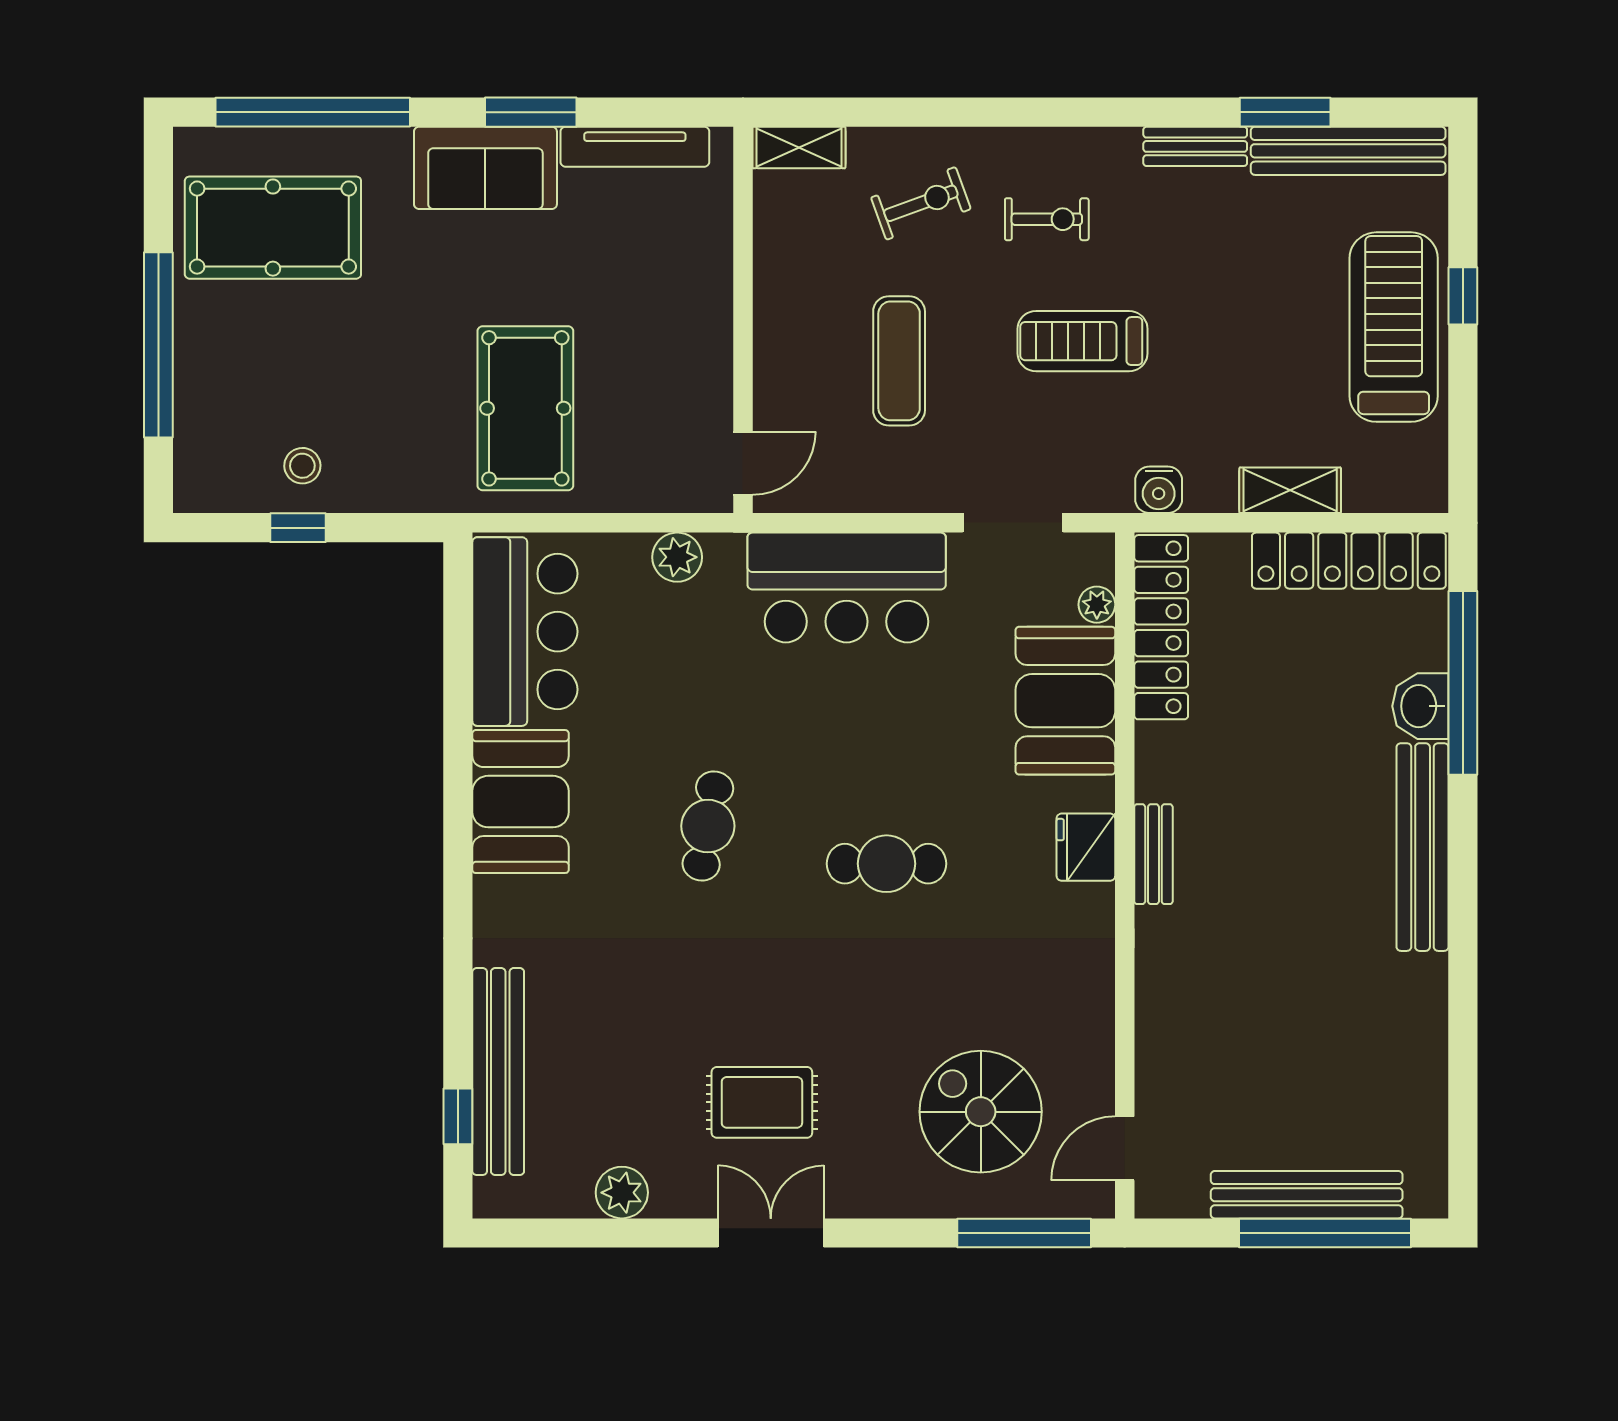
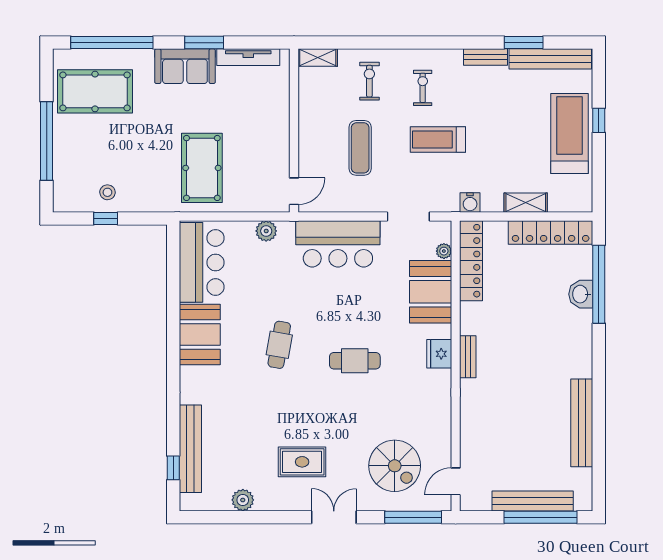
exercise bike: (921, 203) -> (369, 81), turned -70
exercise bike: (1047, 219) -> (423, 88), turned -90
bench: (1423, 847) -> (582, 423), moved
spiral stairs: (981, 1112) -> (395, 466), turned 180
double door: (771, 1233) -> (334, 517), moved

